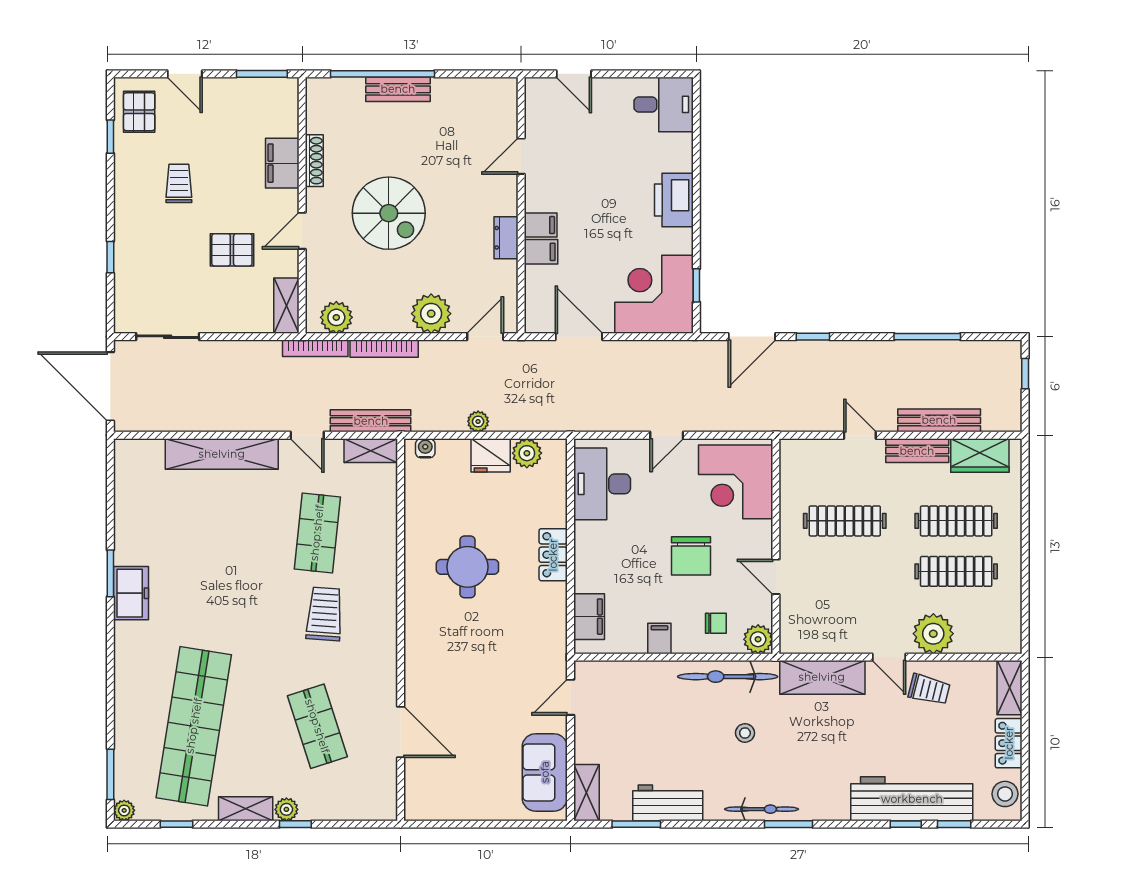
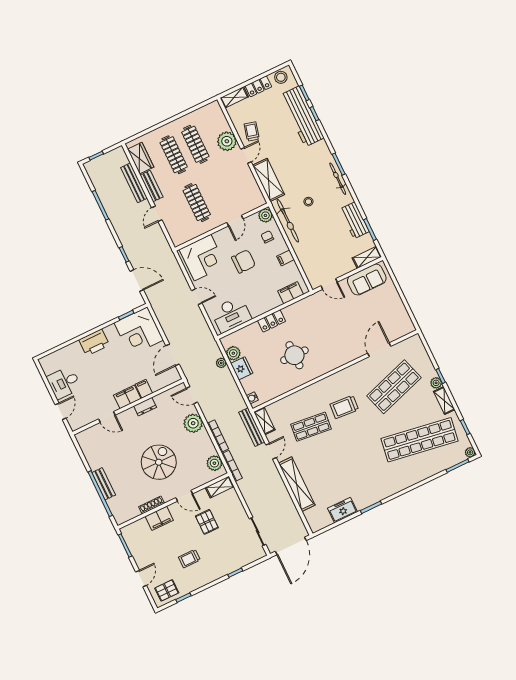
desk: (664, 104) -> (64, 383), moved, turned -90
filing cabinet: (541, 225) -> (127, 397), width x2.00
plant: (478, 421) -> (221, 363), moved
freezer: (131, 593) -> (343, 510), moved
shop shelf: (317, 726) -> (394, 387), width x1.43, depth x1.36

